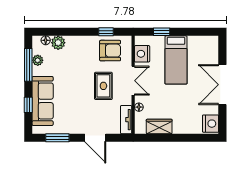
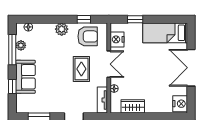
plant: (58, 43) -> (62, 29), moved
bed: (176, 60) -> (165, 33), moved, turned 90
sofa: (43, 101) -> (25, 77), width x0.73

